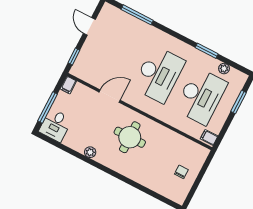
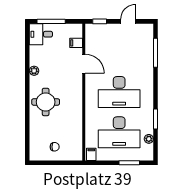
filing cabinet: (68, 85) -> (76, 43), moved
round table: (130, 137) -> (46, 102), moved

